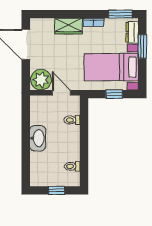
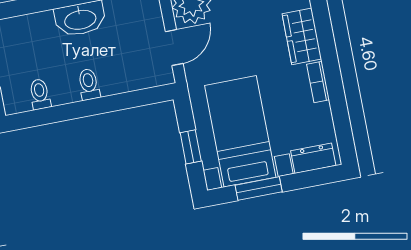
window: (120, 14) -> (343, 129), removed
window: (142, 46) -> (259, 188), moved
toilet: (72, 120) -> (89, 84), moved

